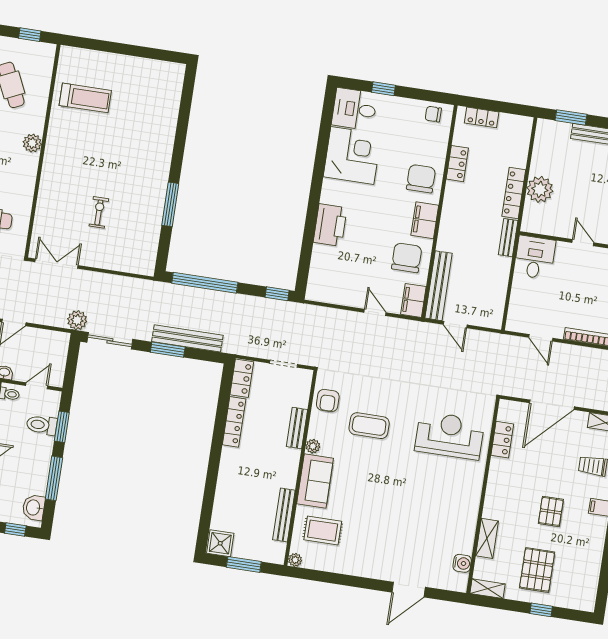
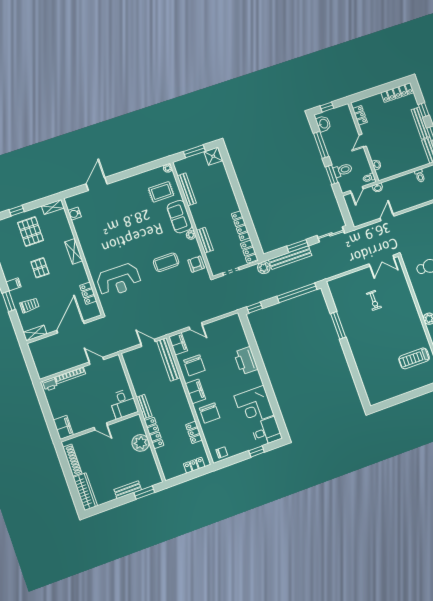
plant: (77, 320) -> (264, 268), moved
shelving: (487, 538) -> (74, 251), moved

